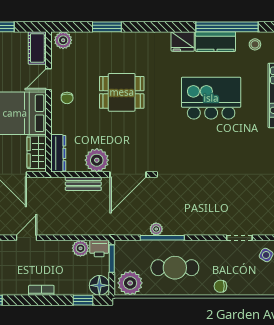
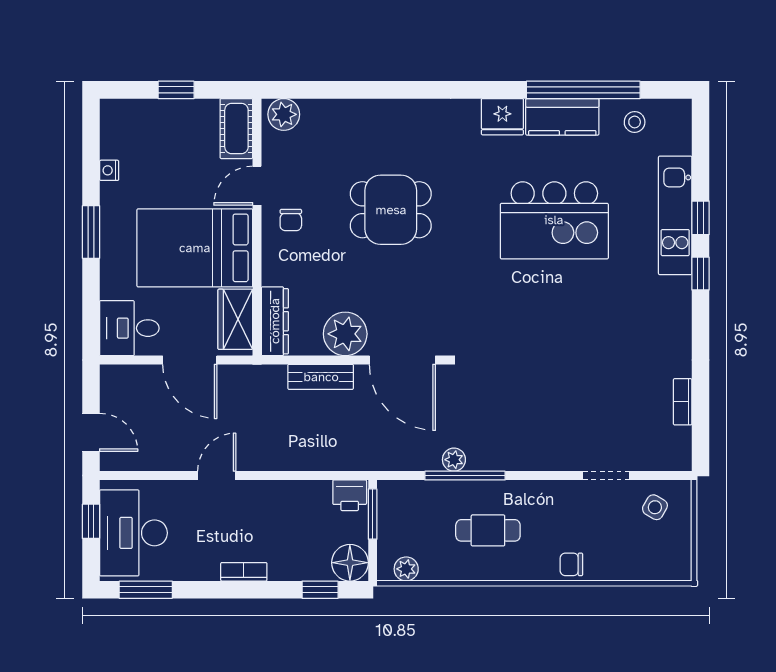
window: (107, 27) -> (364, 90), removed
kitchen island: (211, 98) -> (554, 220), turned 180
door: (128, 174) -> (402, 360), hinge flipped
plant: (80, 248) -> (315, 495), removed
cafe table: (175, 268) -> (488, 530), width x0.73, depth x0.74
plant: (130, 283) -> (406, 569), width x0.53, depth x0.53

